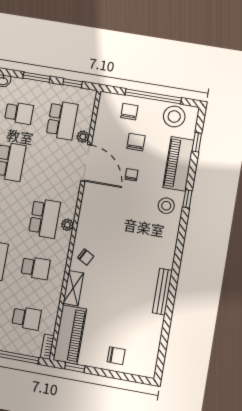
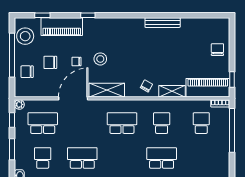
plant: (83, 137) -> (19, 104), moved
shelving: (89, 206) -> (107, 90), added
stool: (166, 206) -> (100, 59), moved
plant: (67, 225) -> (124, 104), removed

